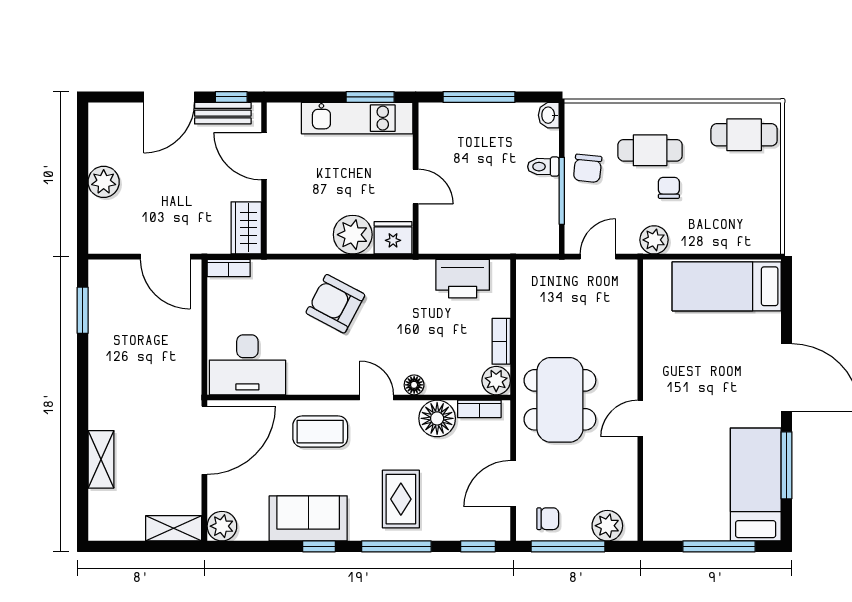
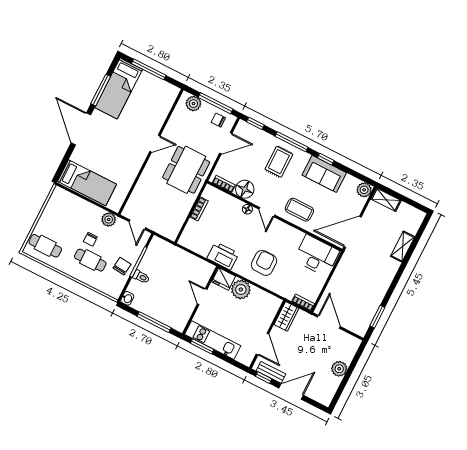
door: (598, 257) -> (137, 225), hinge flipped
printer: (463, 279) -> (223, 256), moved
armchair: (335, 304) -> (264, 263), turned -118
plant: (496, 381) -> (210, 193), removed

